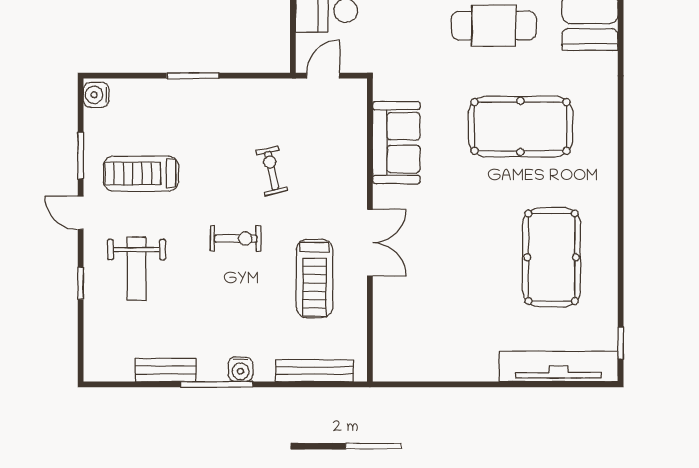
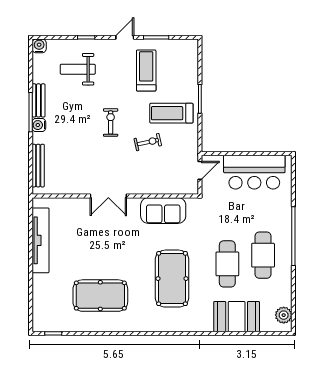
door: (323, 76) -> (200, 170), hinge flipped
water cooler: (96, 95) -> (39, 46), moved
exercise bike: (236, 239) -> (111, 122), turned 180
weight bench: (137, 269) -> (78, 69), moved
treadmill: (314, 279) -> (171, 113), moved
tv unit: (559, 366) -> (40, 240), moved
bench: (166, 370) -> (39, 100), moved

